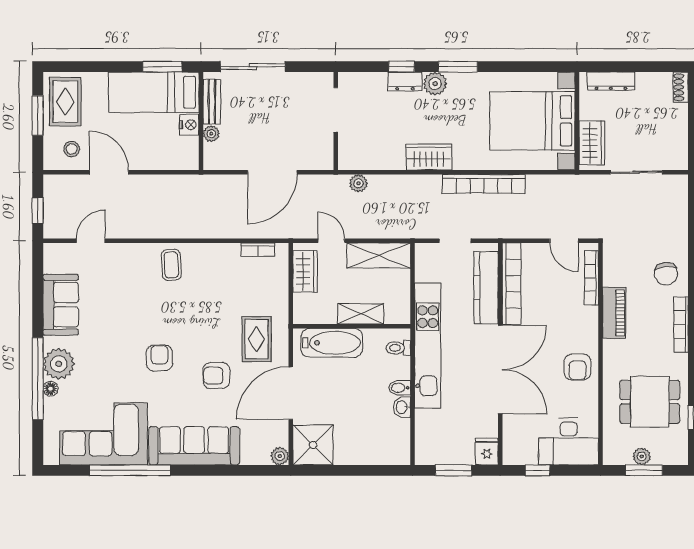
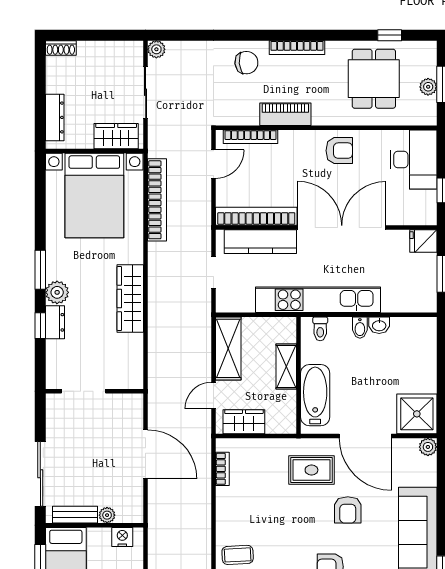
nightstand: (189, 125) -> (122, 537), moved
wardrobe: (429, 157) -> (130, 298), width x1.50
plant: (358, 183) -> (156, 49), moved
bookcase: (484, 184) -> (157, 200), moved

